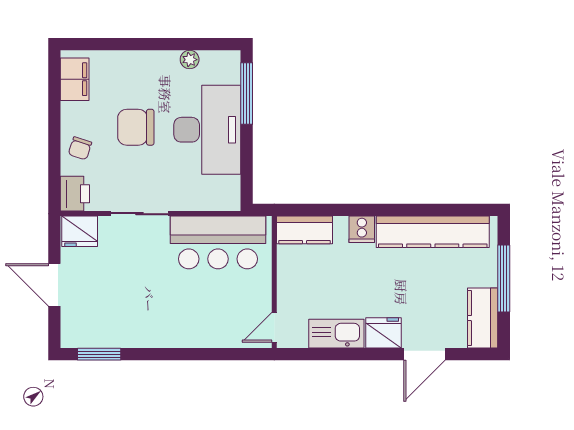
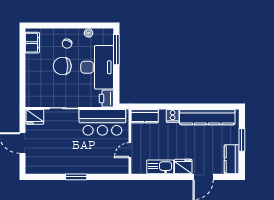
chair: (80, 148) -> (67, 44), moved
printer: (75, 194) -> (106, 98), moved, turned 180
window: (504, 278) -> (242, 140), width x0.69
door: (274, 327) -> (130, 150), moved
window: (99, 354) -> (76, 177), moved

